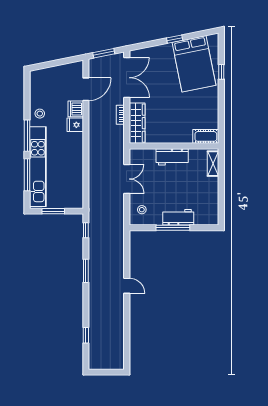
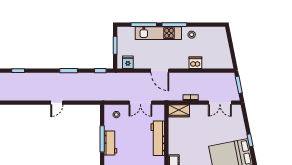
double door: (127, 78) -> (220, 103), width x0.73
door: (86, 89) -> (160, 71), moved
wardrobe: (137, 123) -> (179, 111), width x0.67
fridge: (75, 125) -> (128, 62), moved
workbench: (172, 157) -> (158, 138), width x1.37
kitchen unit: (38, 167) -> (158, 33), width x0.73

